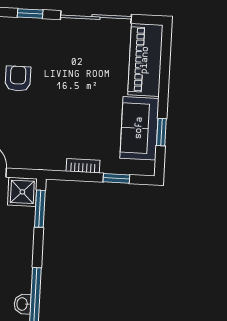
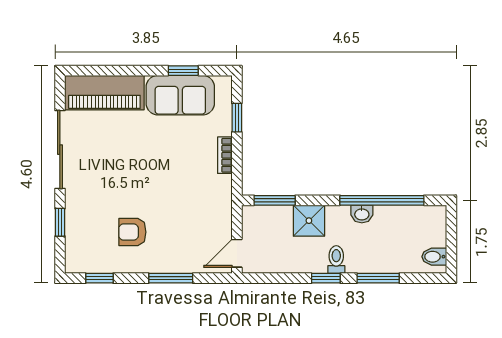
shower: (22, 192) -> (309, 221), moved
washbasin: (23, 304) -> (362, 214), moved

